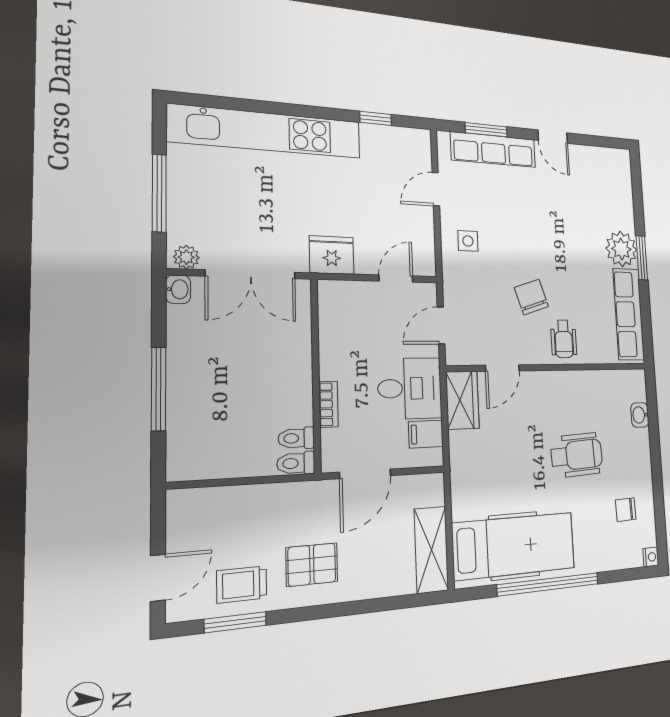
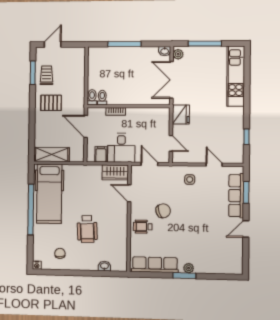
kitchen unit: (266, 131) -> (236, 76), width x0.73
plant: (621, 249) -> (189, 268), width x0.53, depth x0.53
pallet: (312, 565) -> (51, 103), turned 90
door: (158, 578) -> (53, 44), swing flipped

